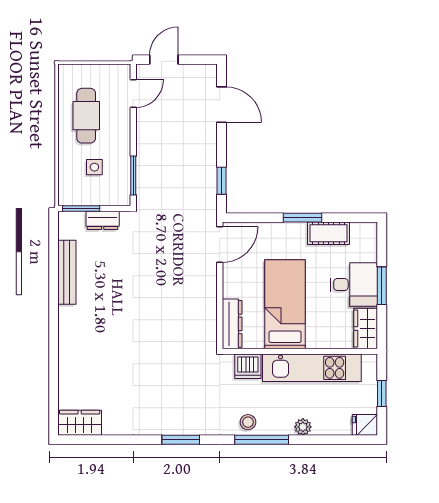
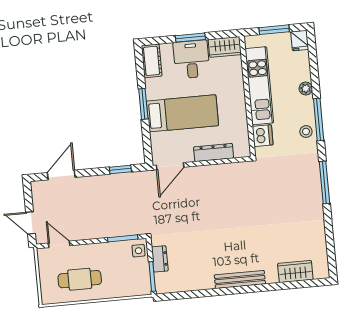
side table: (94, 167) -> (139, 251), moved
cot: (329, 233) -> (152, 61), moved
door: (220, 244) -> (170, 166), swing flipped
bench: (67, 272) -> (240, 279), moved
bed: (285, 304) -> (182, 113), moved, turned 180
dresser: (232, 324) -> (214, 152), moved
window: (382, 394) -> (274, 30), width x1.50
wardrobe: (80, 423) -> (295, 271), moved, turned 90
window: (181, 440) -> (324, 182), width x1.44

